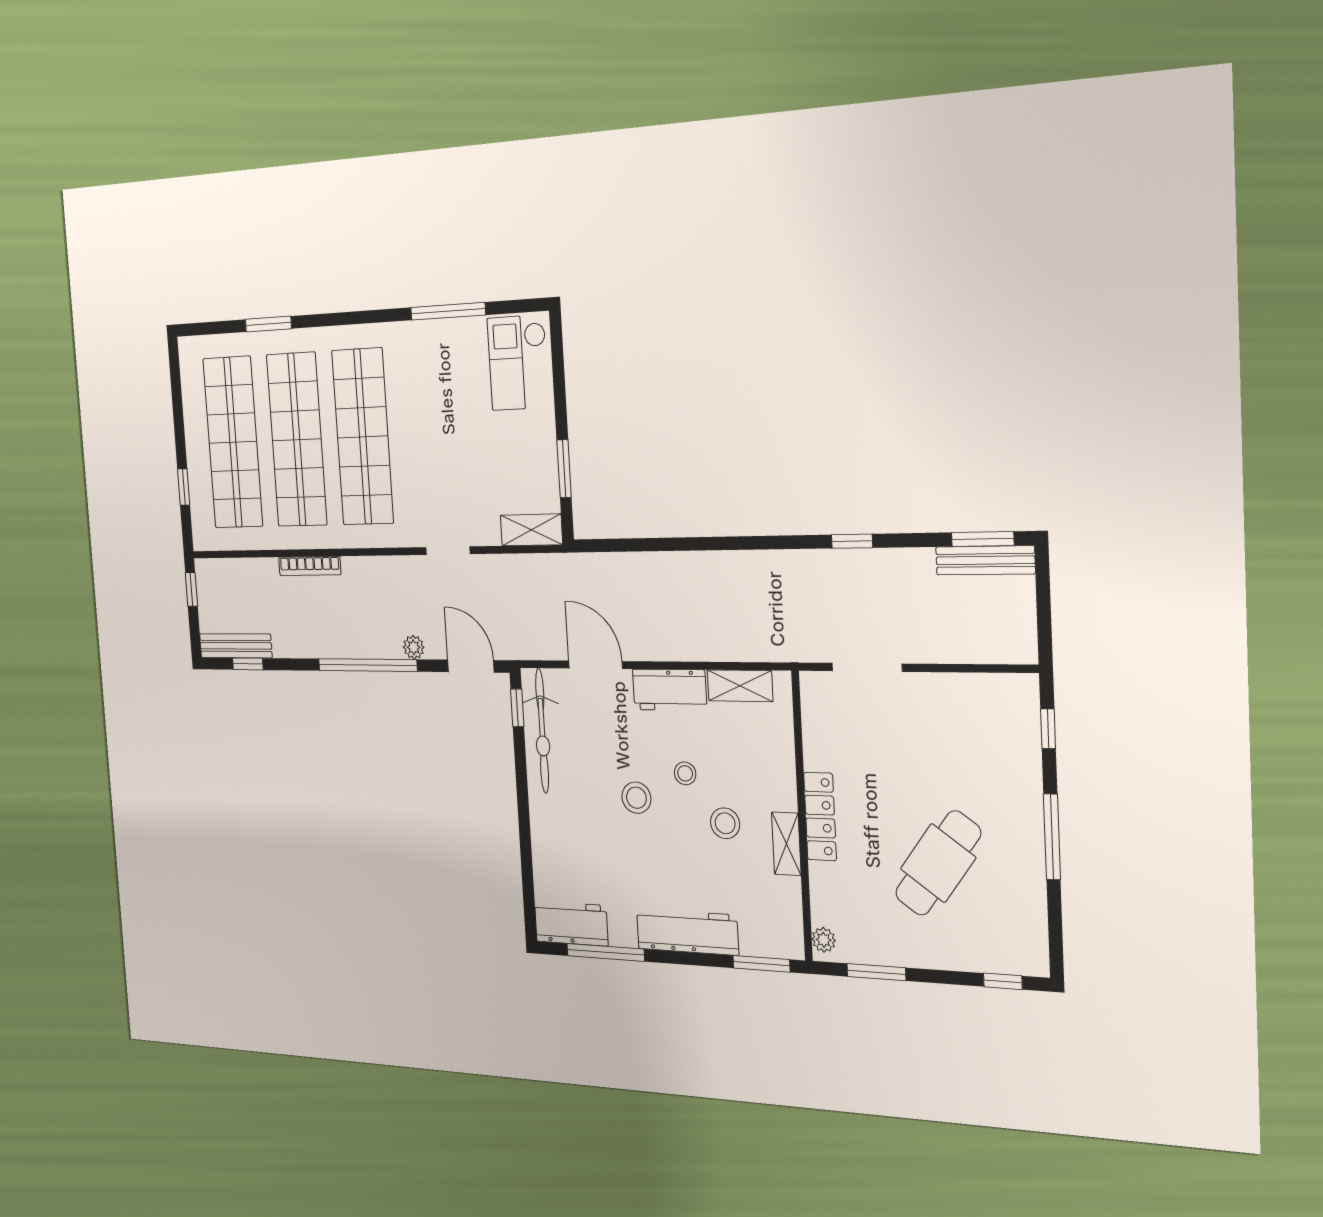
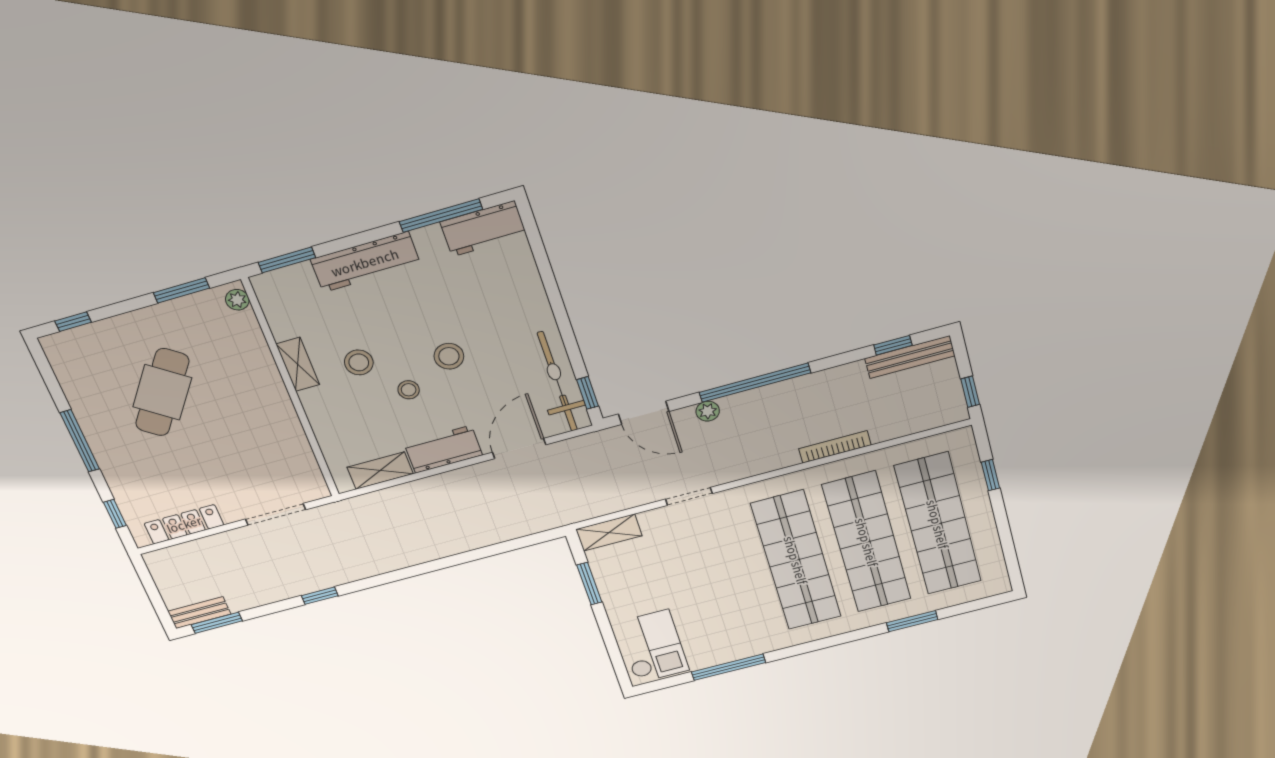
bench: (985, 560) -> (199, 613), width x0.73
door: (595, 665) -> (519, 448), swing flipped
locker: (820, 817) -> (184, 524), moved, turned 90

